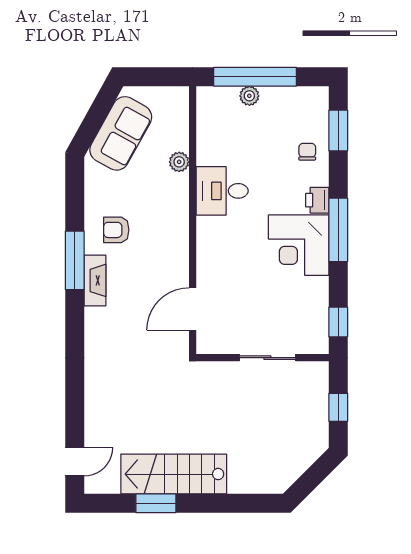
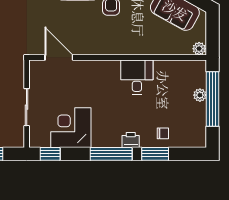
window: (338, 131) -> (155, 154), moved
plant: (179, 162) -> (199, 49), moved
corner desk: (299, 245) -> (71, 128), moved

